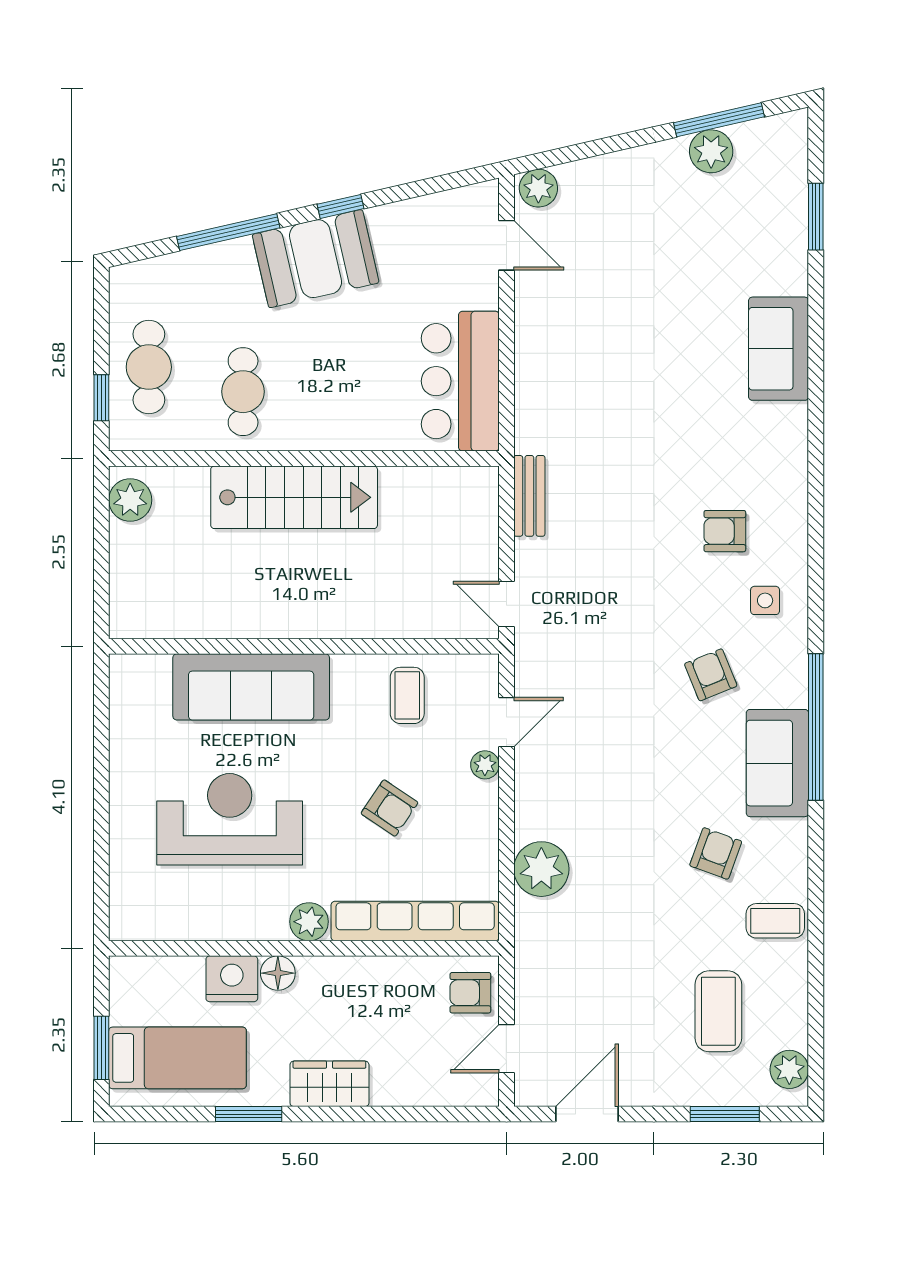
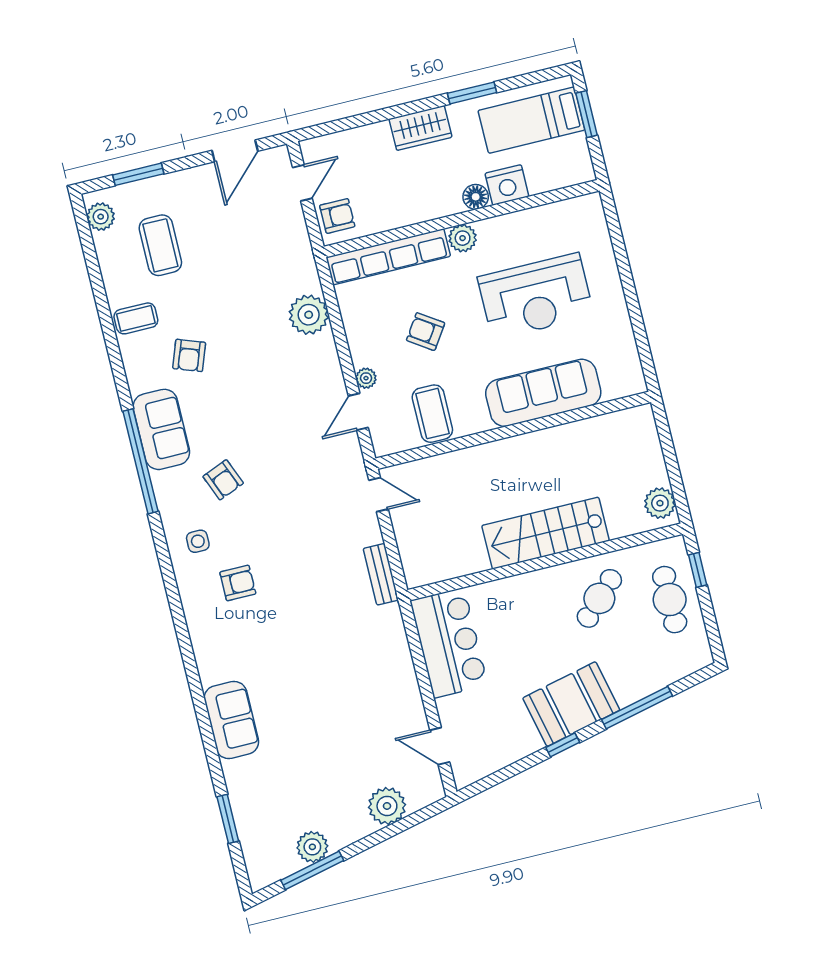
plant: (538, 188) -> (387, 806), moved, width x1.36, depth x1.36
cafe table: (243, 392) -> (599, 598), turned 45
coffee table: (407, 695) -> (432, 414), width x1.36, depth x1.30

